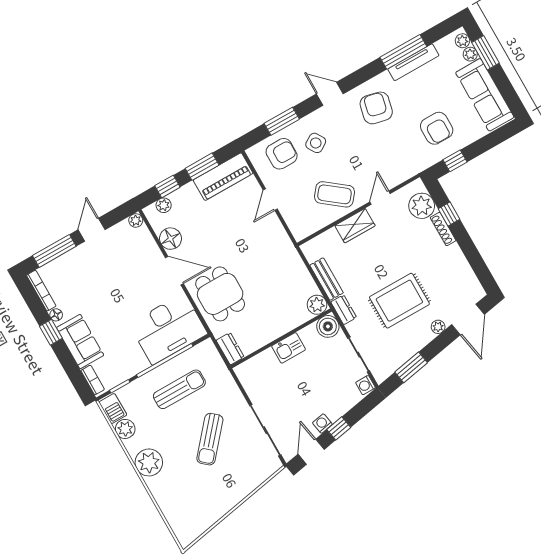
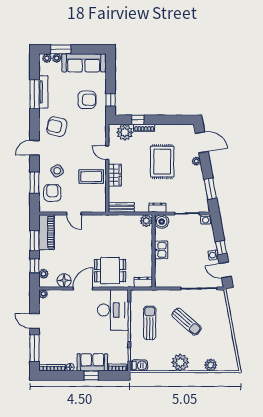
coffee table: (334, 194) -> (91, 177), turned 52
bench: (327, 279) -> (121, 207), moved
rug: (399, 301) -> (162, 162), moved
window: (51, 332) -> (91, 376), moved
plant: (125, 429) -> (211, 365), moved

